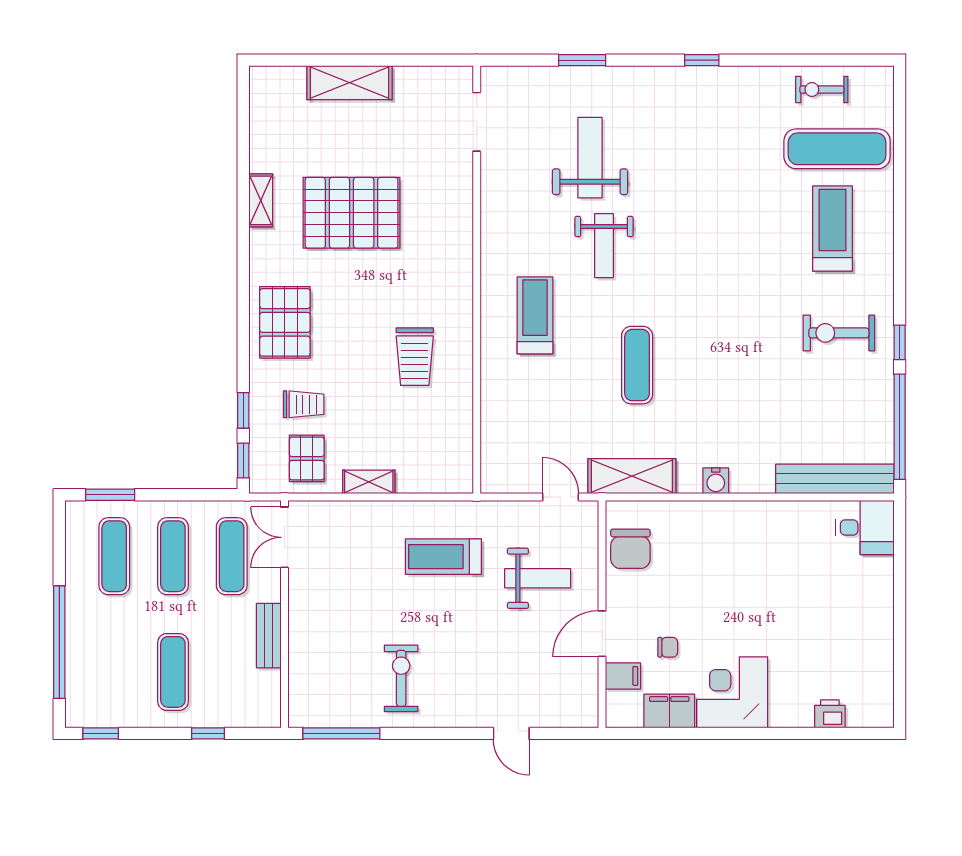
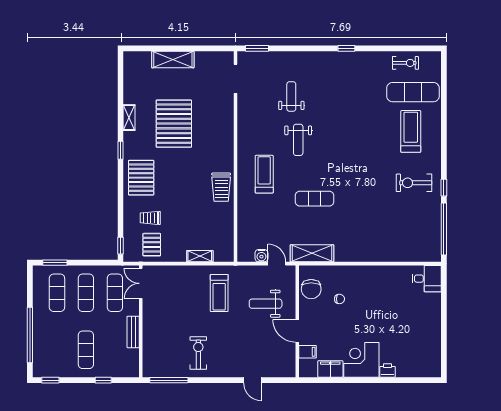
window: (582, 60) -> (257, 48), moved
exercise bike: (822, 90) -> (405, 63), turned 180
weight bench: (590, 158) -> (291, 96), width x0.73, depth x0.75
pallet: (352, 213) -> (174, 124), turned 90
trolley: (415, 357) -> (221, 187), moved
exercise mat: (637, 365) -> (314, 199), turned 90
trolley: (304, 404) -> (150, 218), turned 180
window: (243, 410) -> (120, 150), moved
bench: (835, 479) -> (412, 255), removed
water cooler: (716, 481) -> (261, 256), moved
shelving: (369, 482) -> (200, 256), moved
treadmill: (443, 557) -> (219, 293), turned -90
weight bench: (538, 578) -> (266, 304), turned 180
door: (602, 634) -> (297, 331), hinge flipped
chair: (668, 647) -> (339, 299), moved
printer: (830, 714) -> (387, 370), moved

